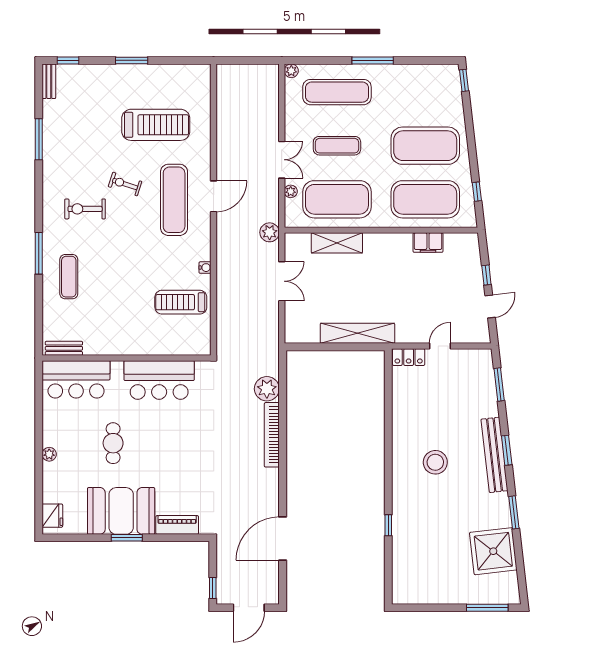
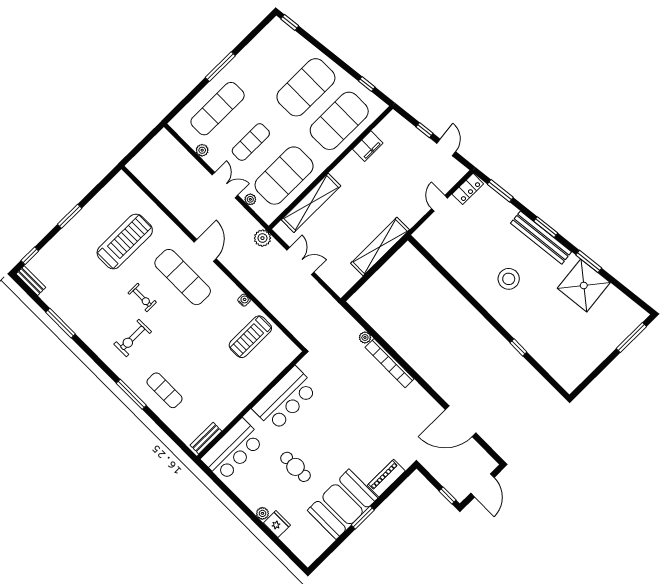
plant: (291, 71) -> (202, 150), moved
exercise bike: (125, 184) -> (142, 298), turned -108
shelving: (337, 243) -> (311, 203), width x1.47
locker: (409, 357) -> (468, 189), moved
plant: (267, 389) -> (365, 337), width x0.53, depth x0.53
fridge: (52, 516) -> (277, 524), moved
door: (283, 539) -> (461, 421), hinge flipped
shower: (493, 551) -> (584, 285), moved

